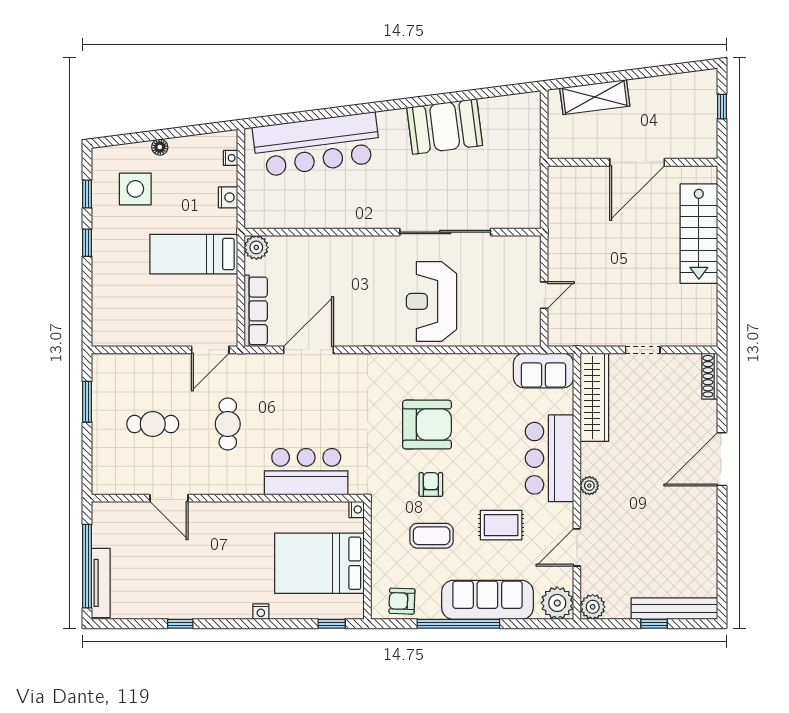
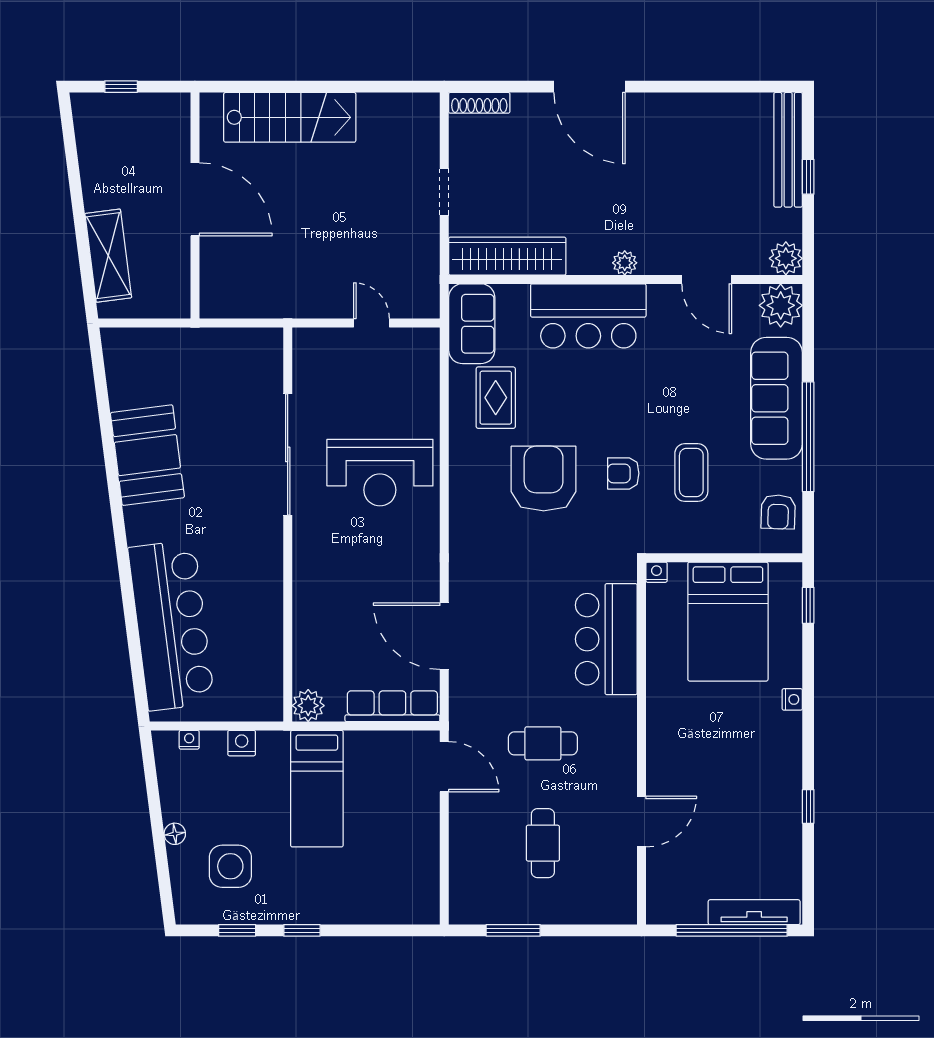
rug: (501, 525) -> (496, 398), moved

